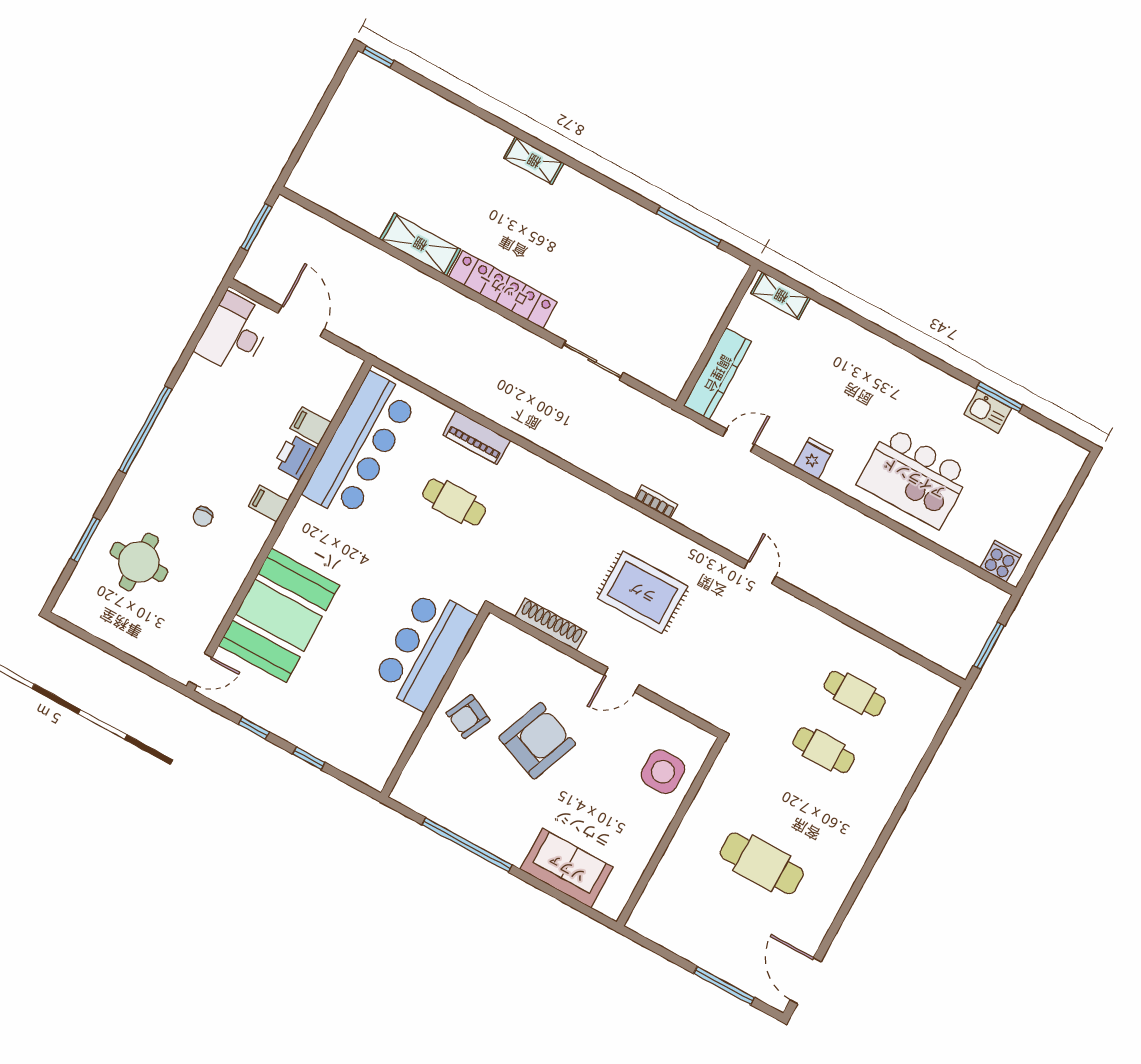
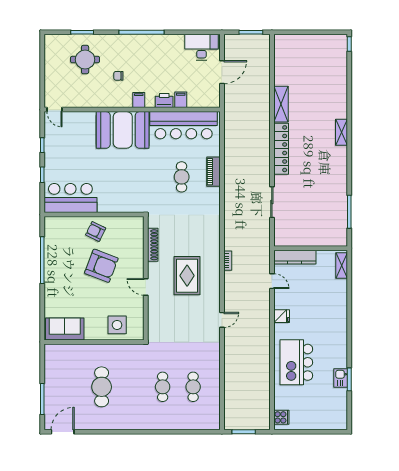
booth: (279, 615) -> (123, 130), moved
bar counter: (424, 649) -> (70, 198), moved
sofa: (566, 868) -> (65, 329), moved, turned -90

